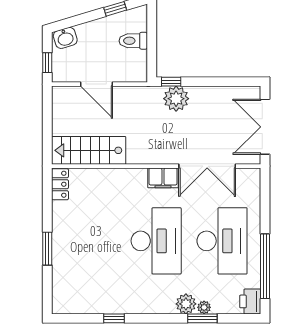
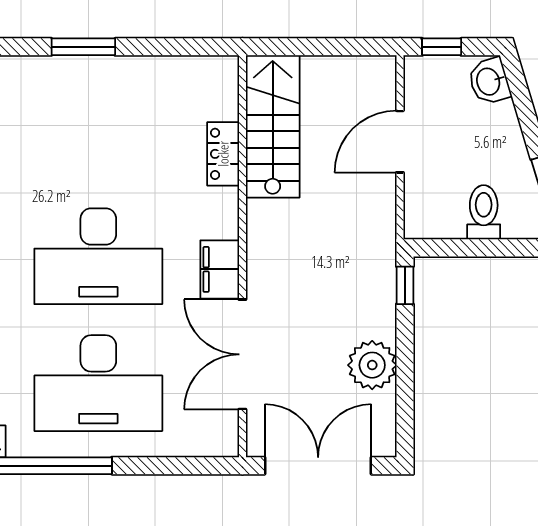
plant: (176, 99) -> (372, 365), moved
locker: (60, 184) -> (223, 154), moved, turned 90

